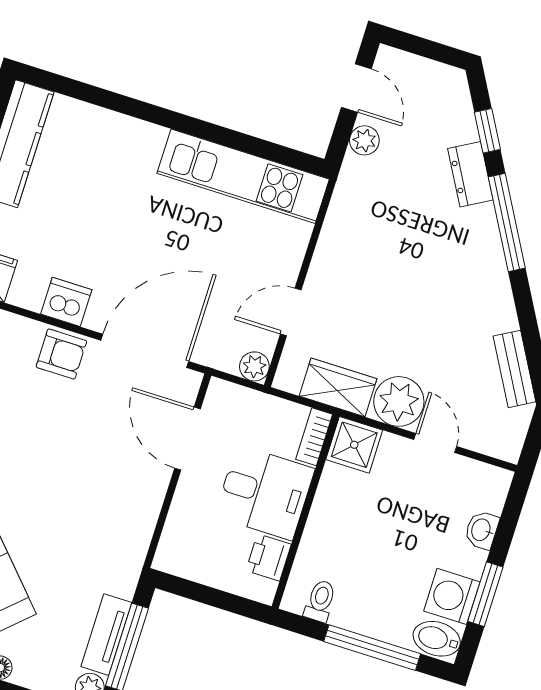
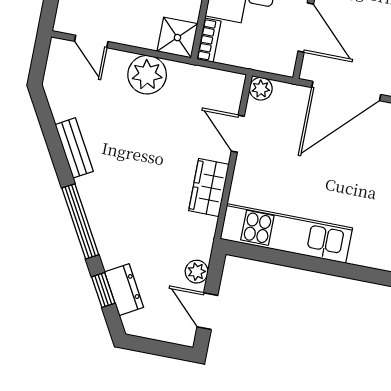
dresser: (470, 174) -> (124, 290), moved
door: (291, 312) -> (238, 134), swing flipped
bench: (514, 369) -> (74, 148), moved
wardrobe: (338, 387) -> (209, 187), moved, turned 90
door: (435, 443) -> (91, 41), moved

